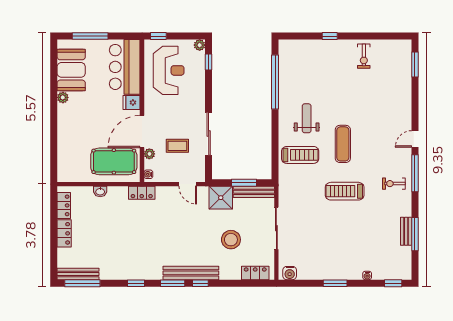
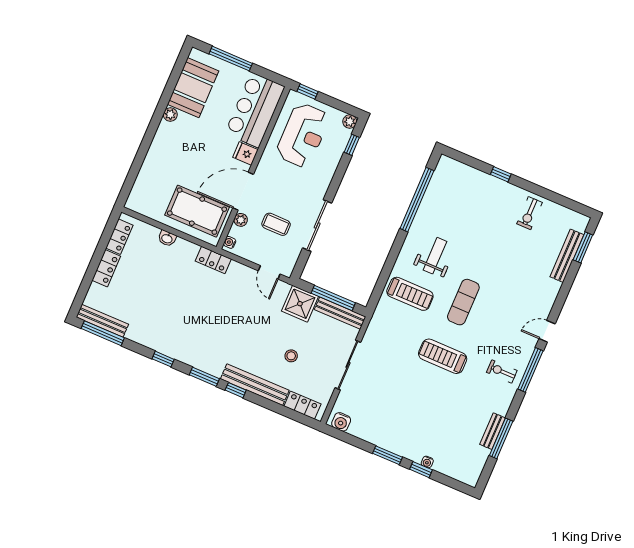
bench: (406, 76) -> (567, 256), added
window: (244, 183) -> (333, 298), width x1.44
stool: (231, 240) -> (291, 356), width x0.53, depth x0.53
bench: (191, 273) -> (255, 385), moved
window: (393, 283) -> (421, 470), moved

